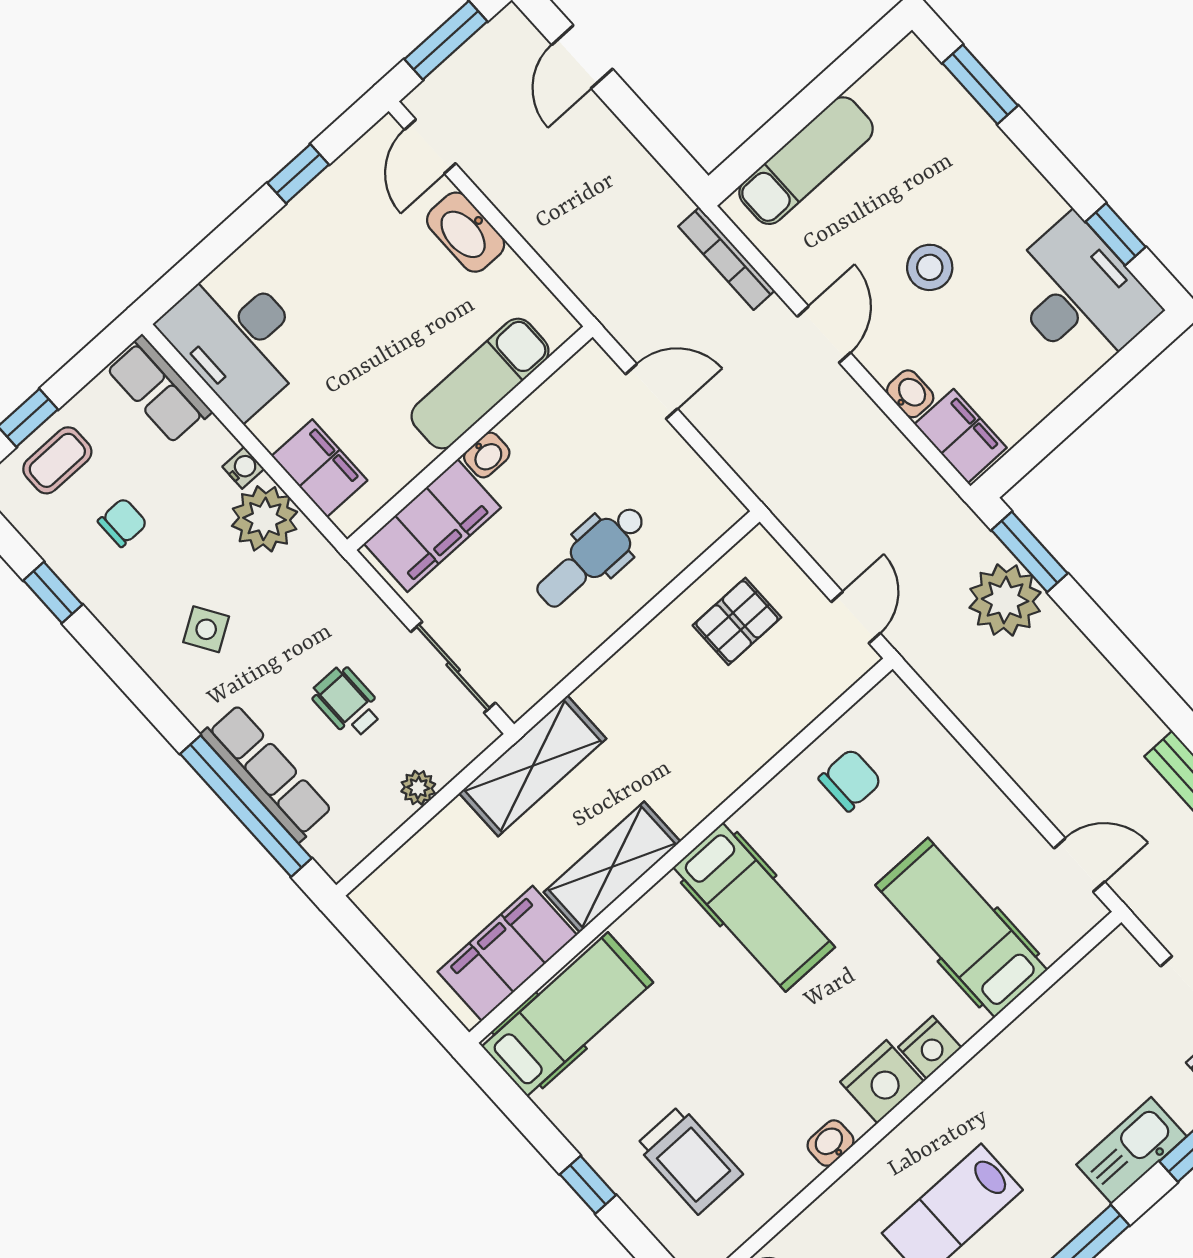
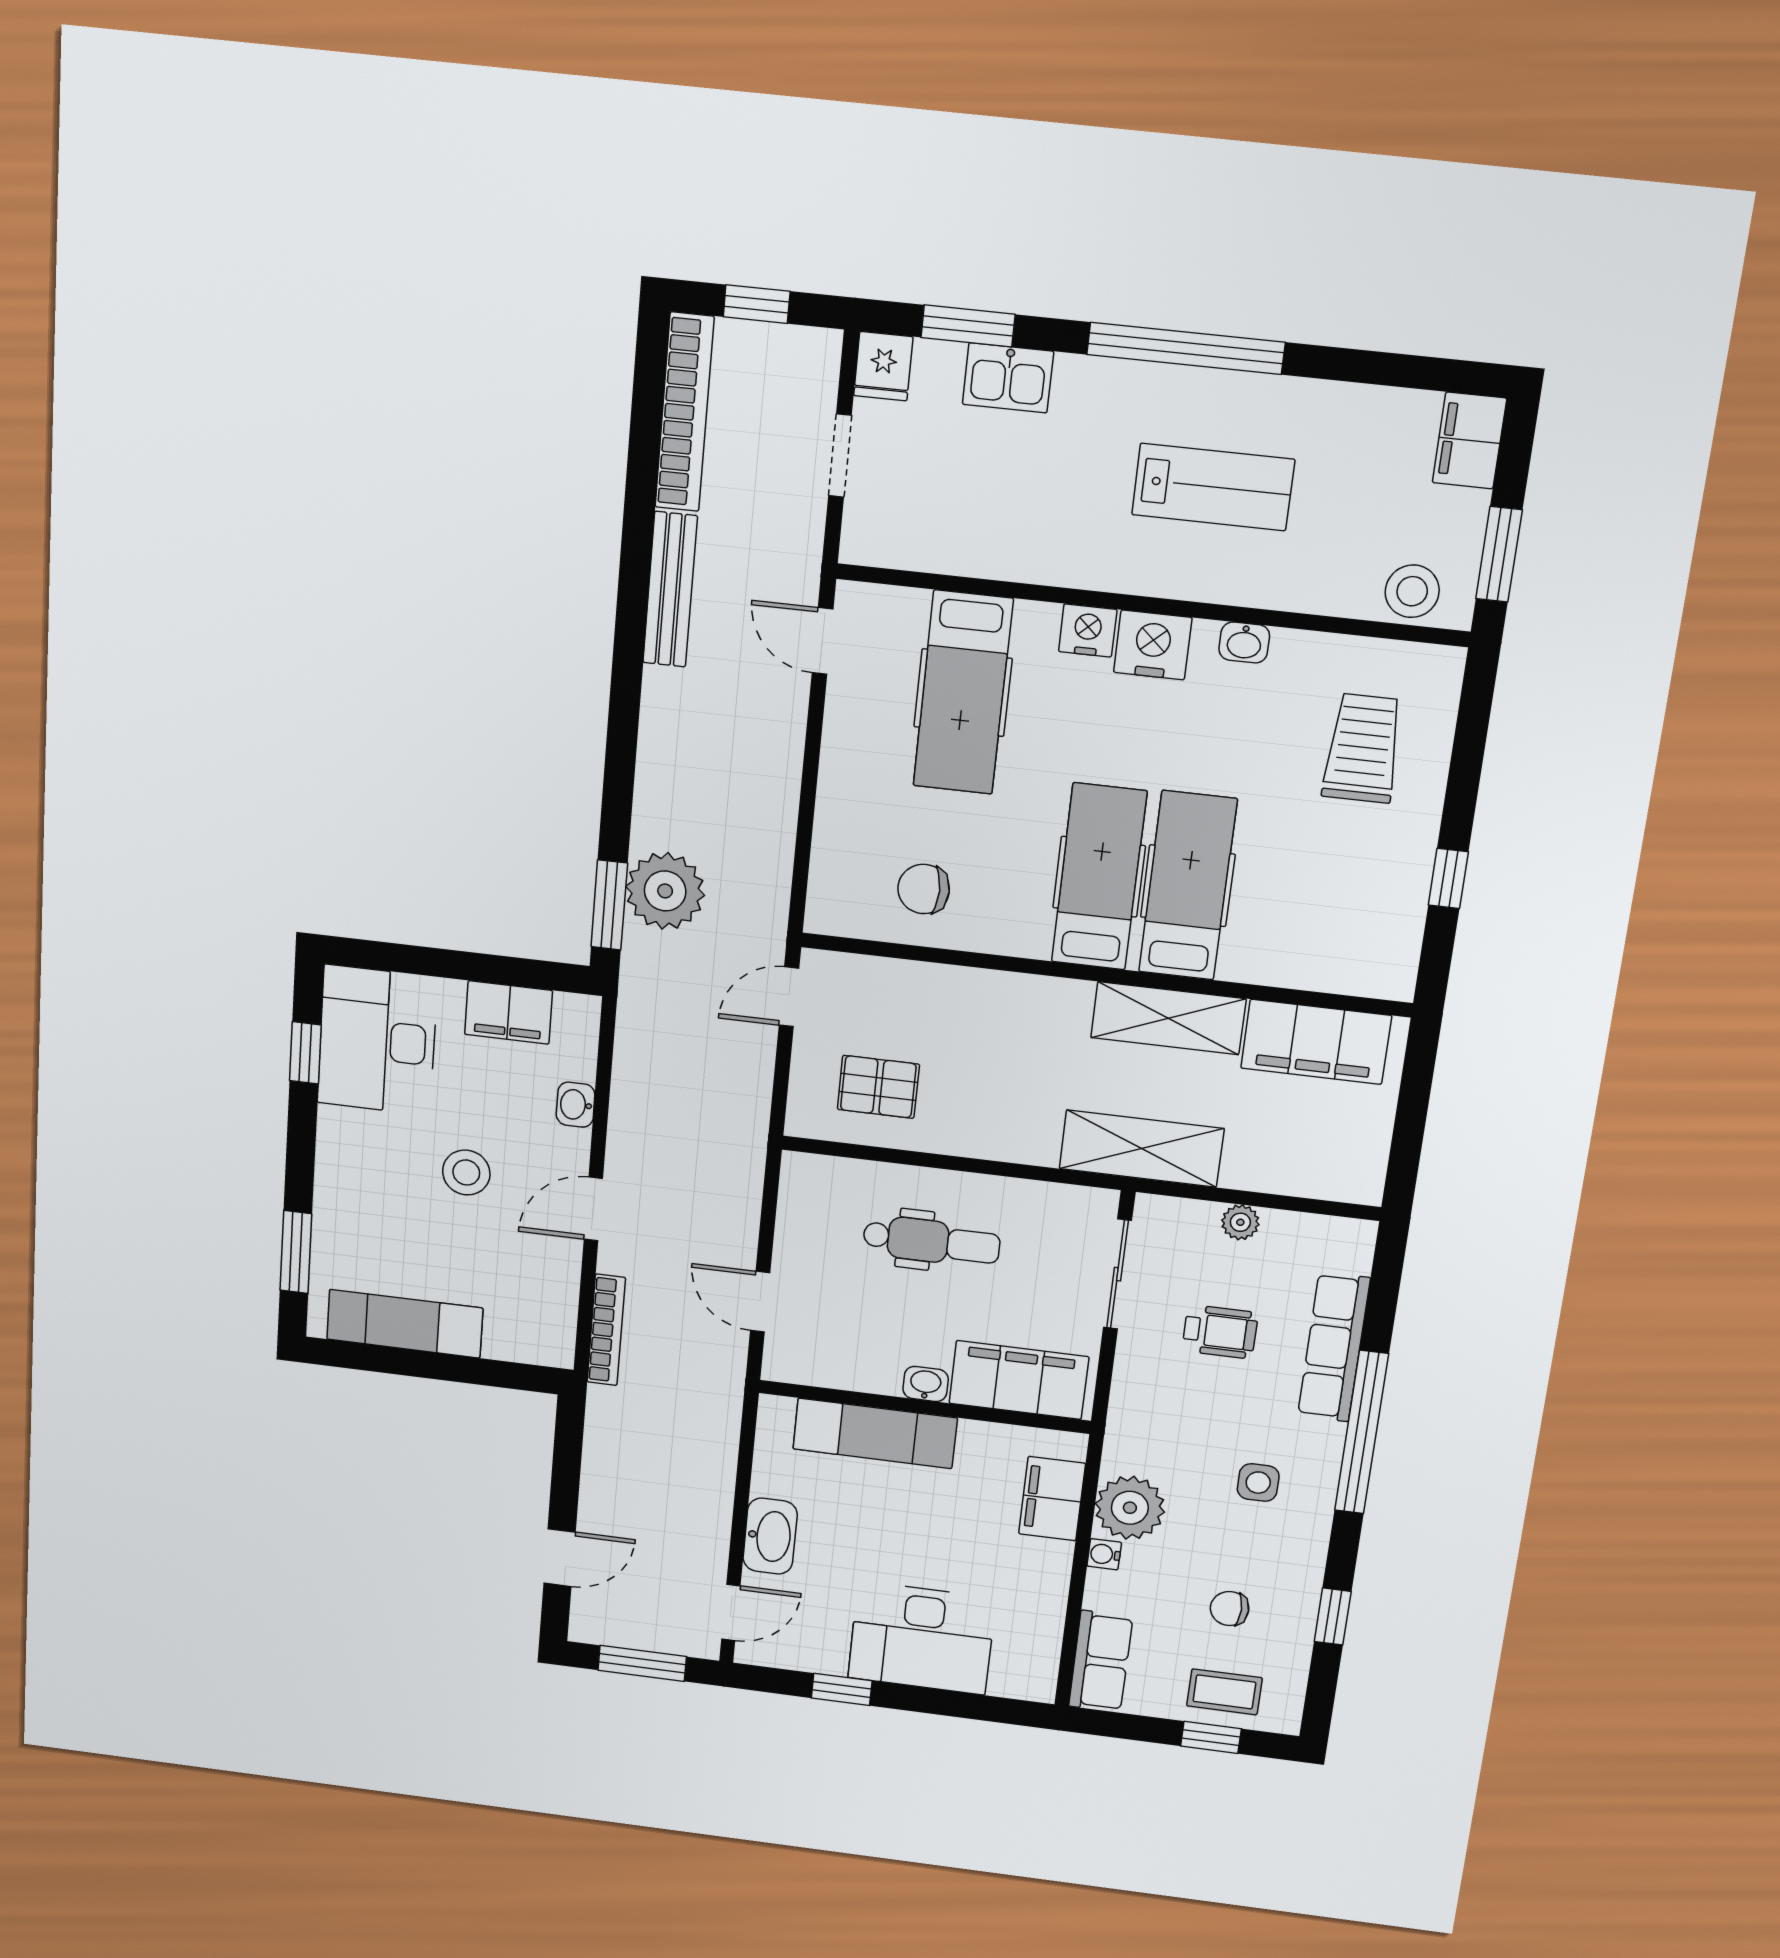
exam couch: (806, 161) -> (405, 1324), moved
desk: (237, 339) -> (922, 1638), moved, turned 90
filing cabinet: (961, 436) -> (509, 1012), moved, turned -90
side table: (206, 629) -> (1258, 1483), turned 32
wheelchair: (347, 702) -> (1220, 1332), turned -90
window: (246, 806) -> (1361, 1432), moved
hospital bed: (567, 1014) -> (1188, 886), moved, turned 90
kitchen sink: (1131, 1150) -> (1008, 378), width x0.73
window: (588, 1185) -> (1448, 878), moved

